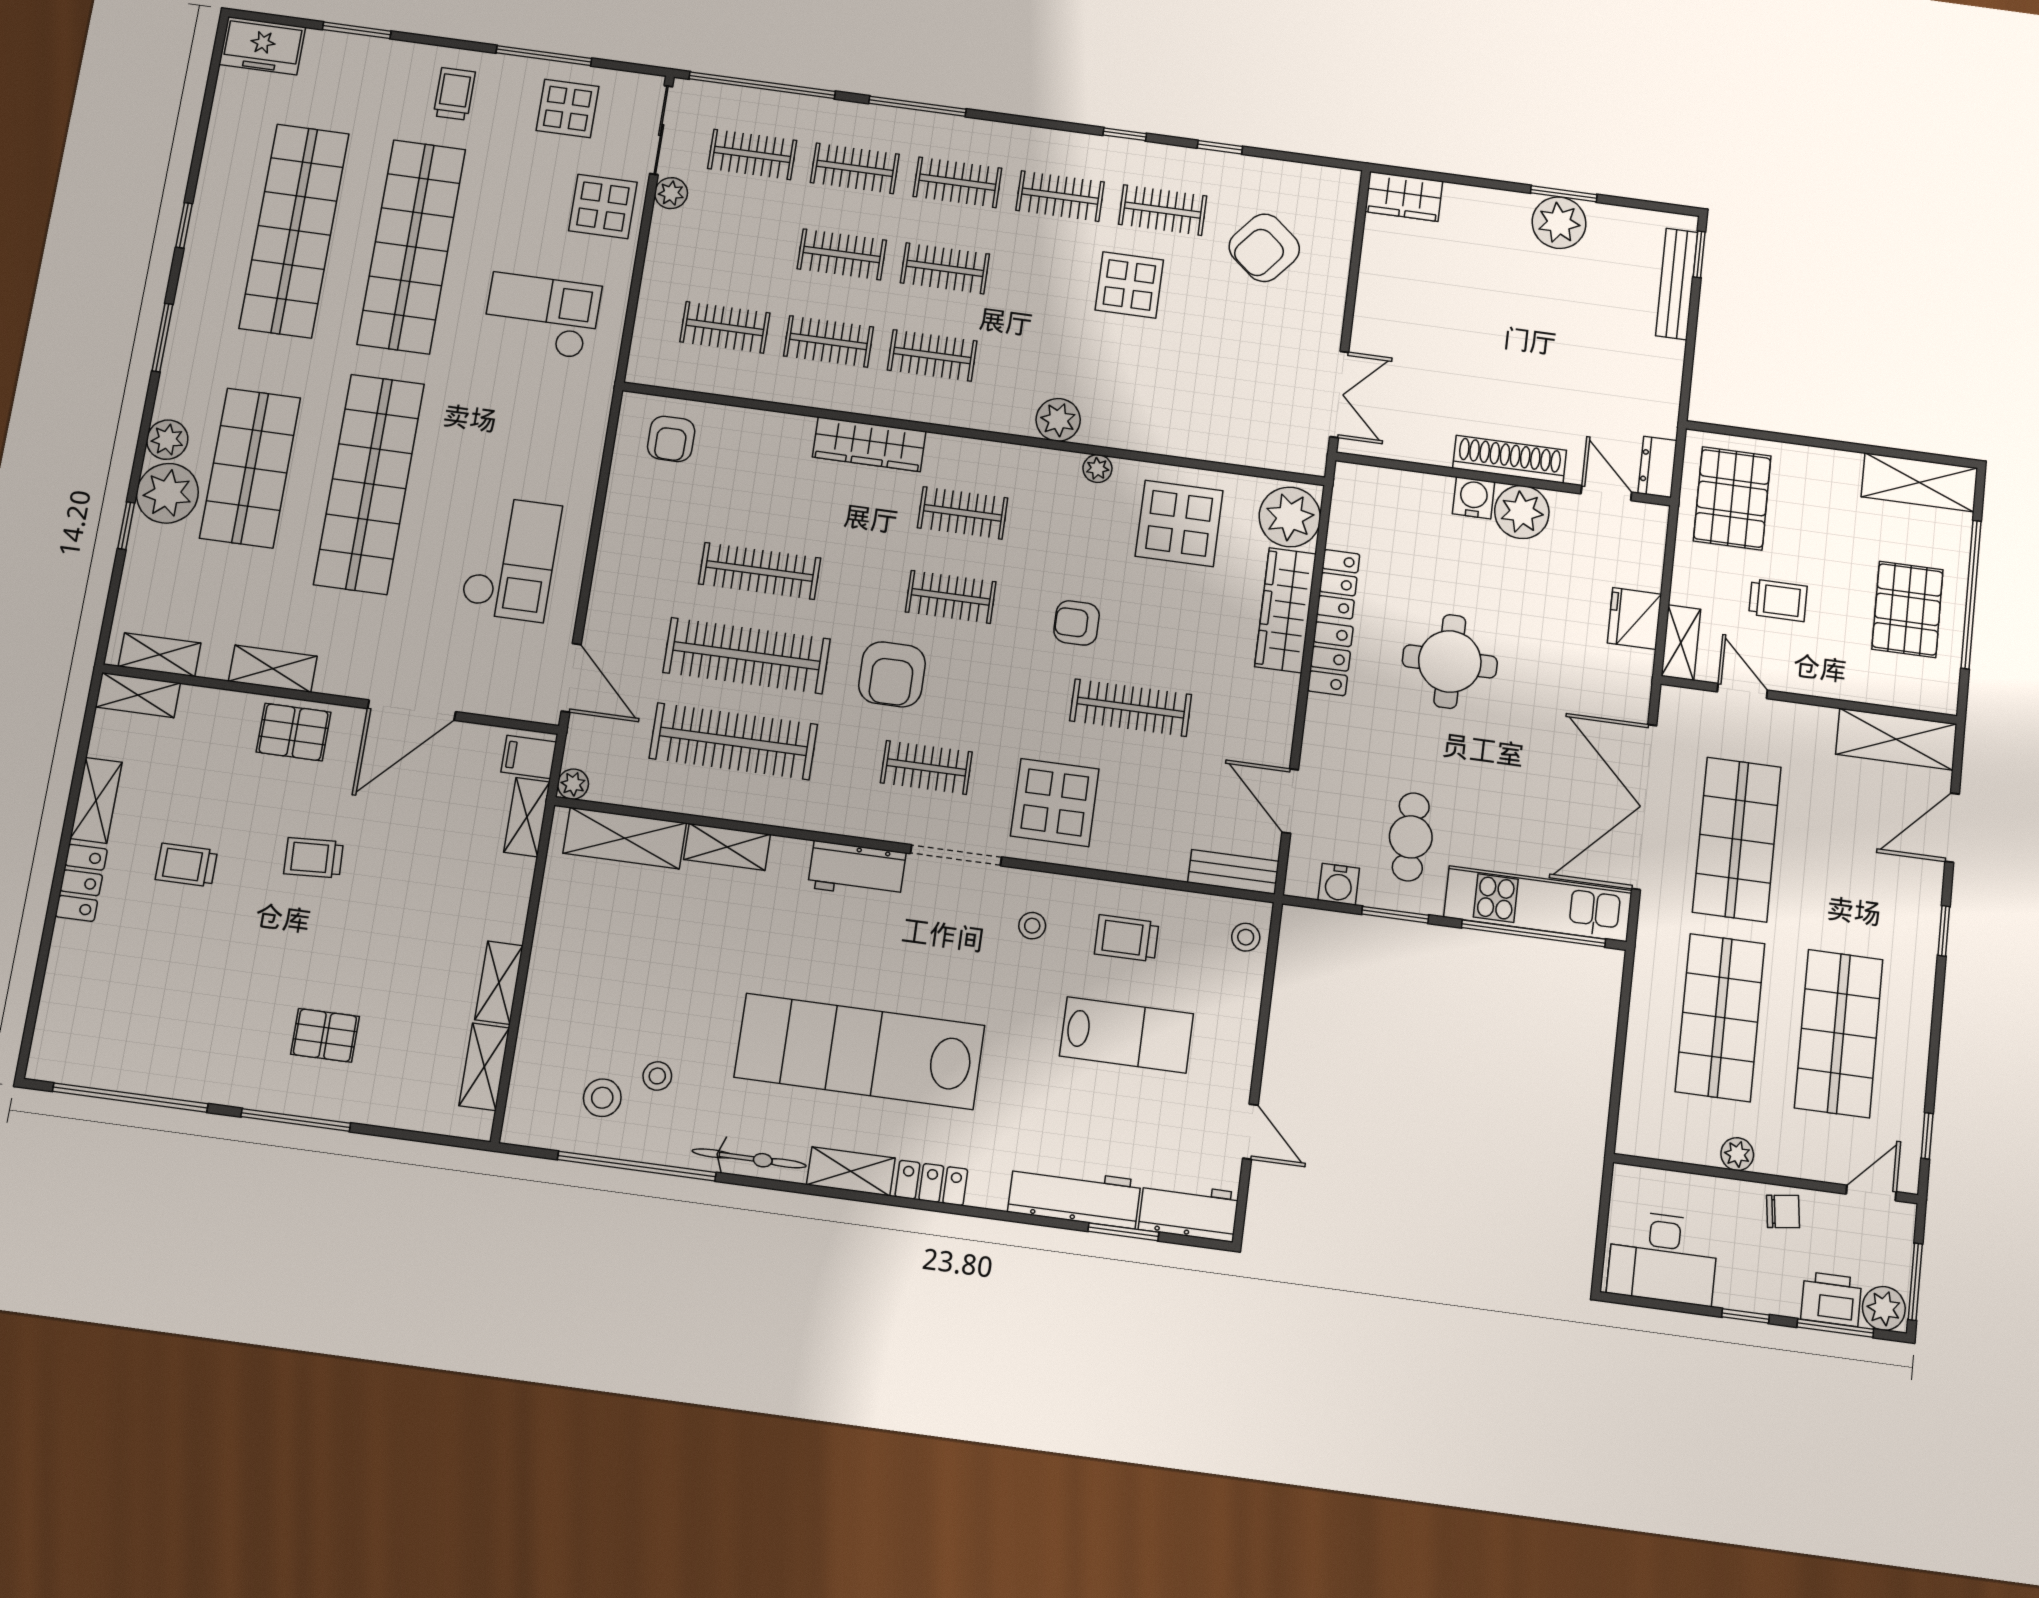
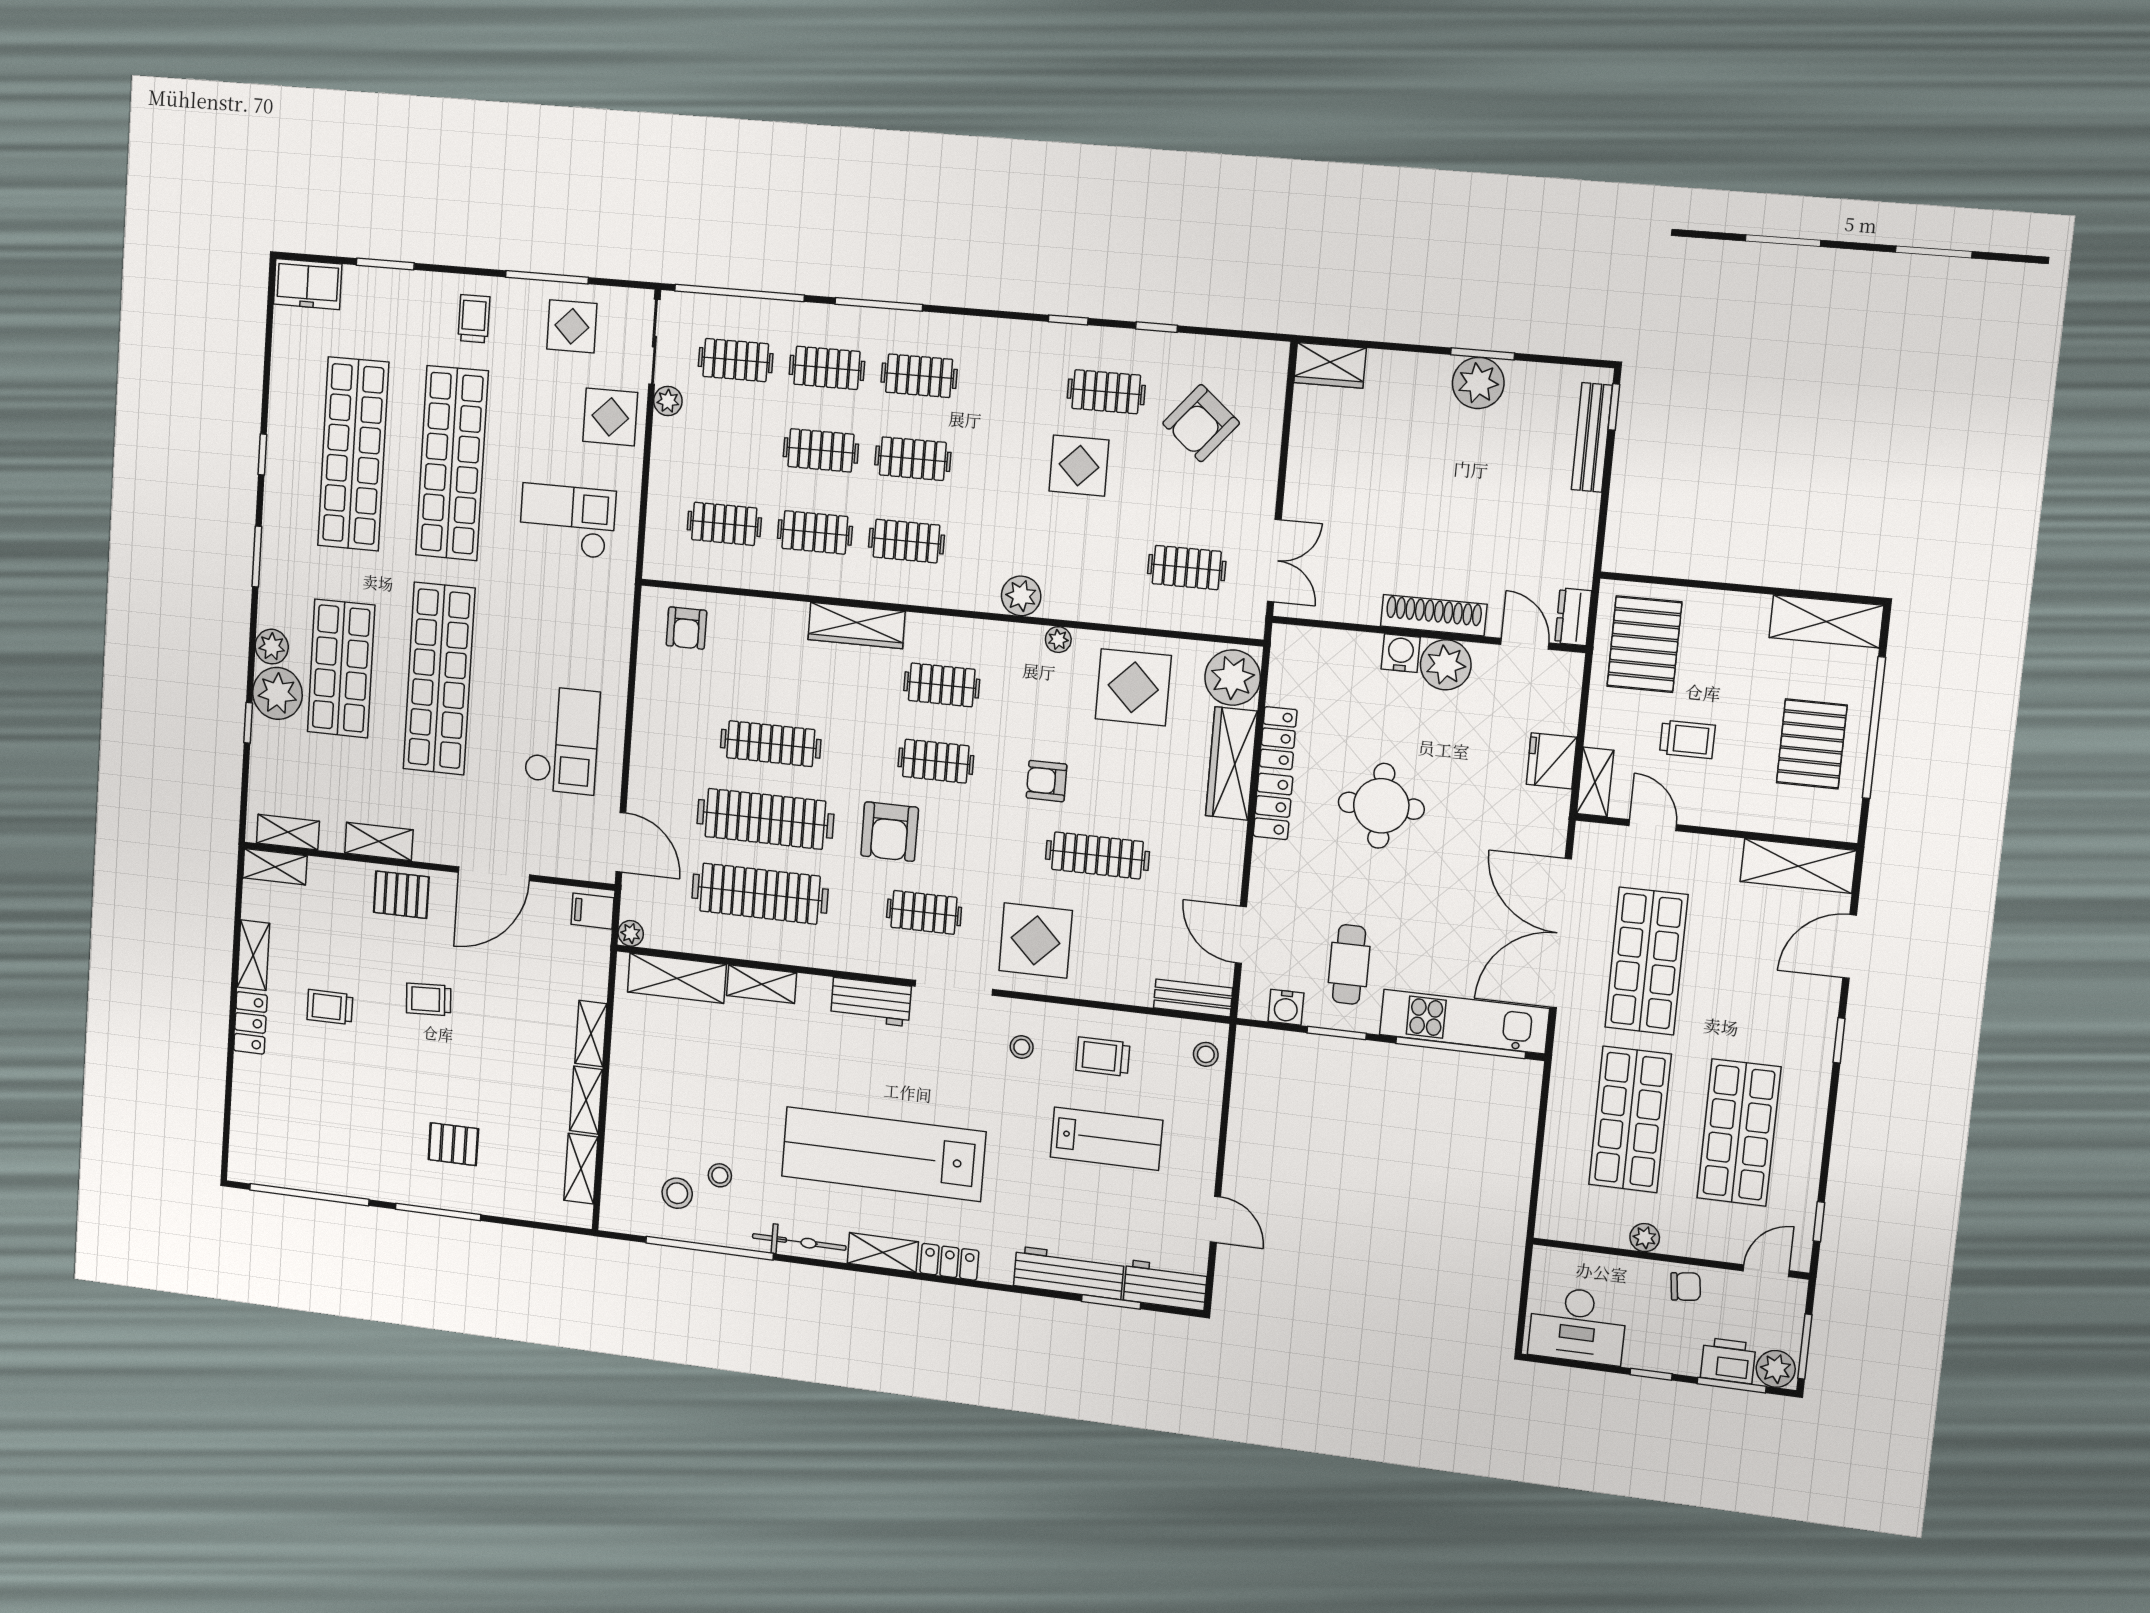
clothes rail: (1060, 196) -> (1187, 568), moved
shelving: (527, 817) -> (591, 1034), moved

